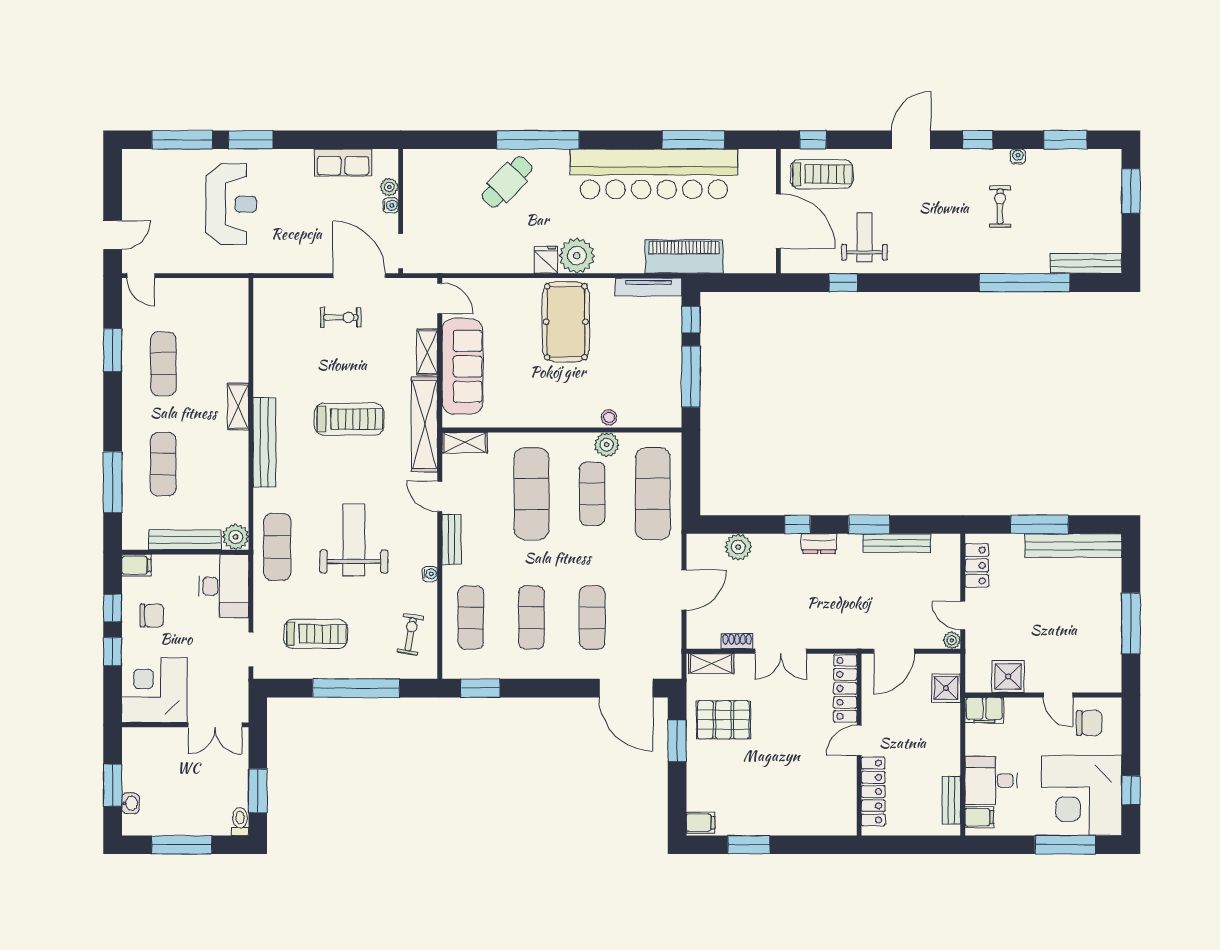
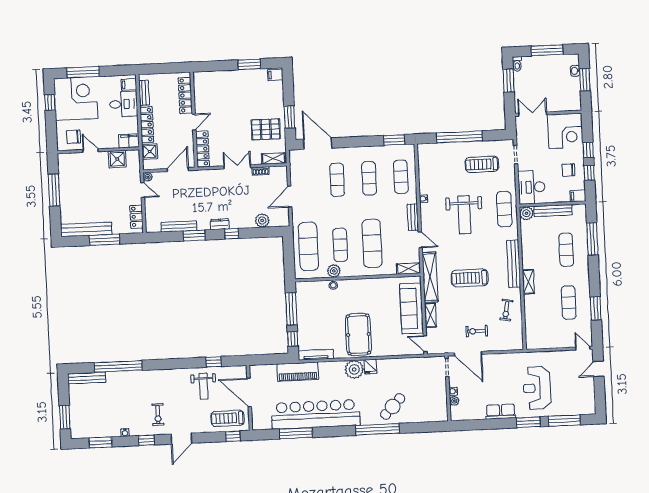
row of seats: (343, 163) -> (501, 412), moved
exercise bike: (1000, 206) -> (158, 415), moved
exercise bike: (410, 634) -> (506, 310), moved
locker: (949, 739) -> (147, 125), added

